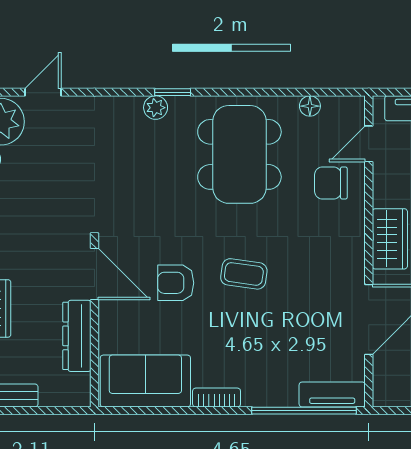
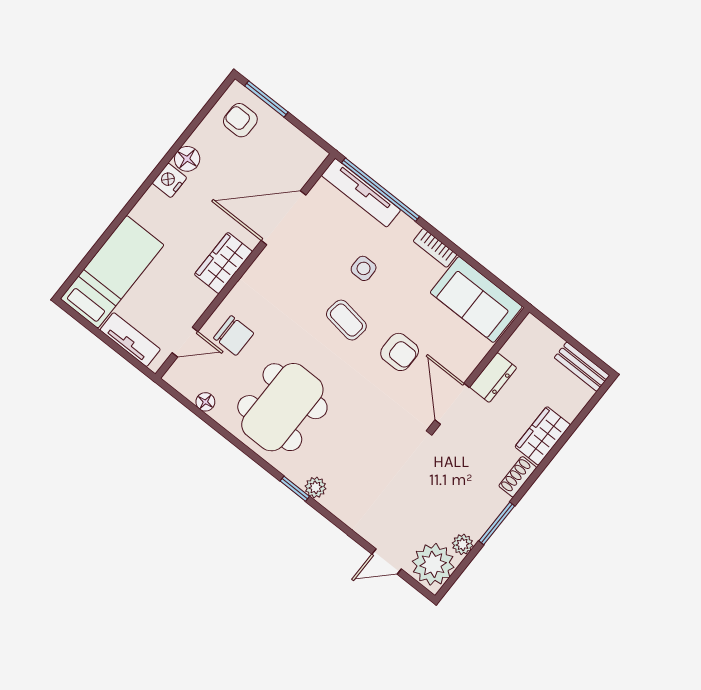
side table: (264, 331) -> (364, 268), added
dresser: (77, 336) -> (493, 378), width x0.70
tv unit: (332, 394) -> (361, 193), width x1.41

